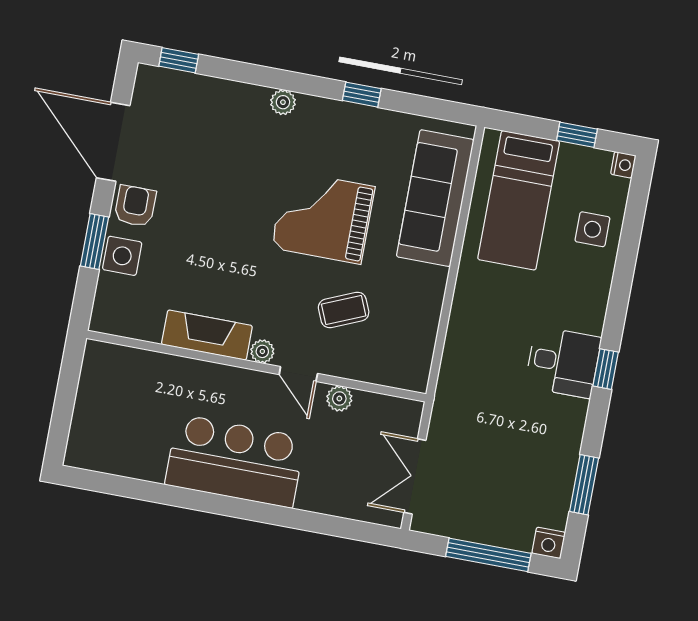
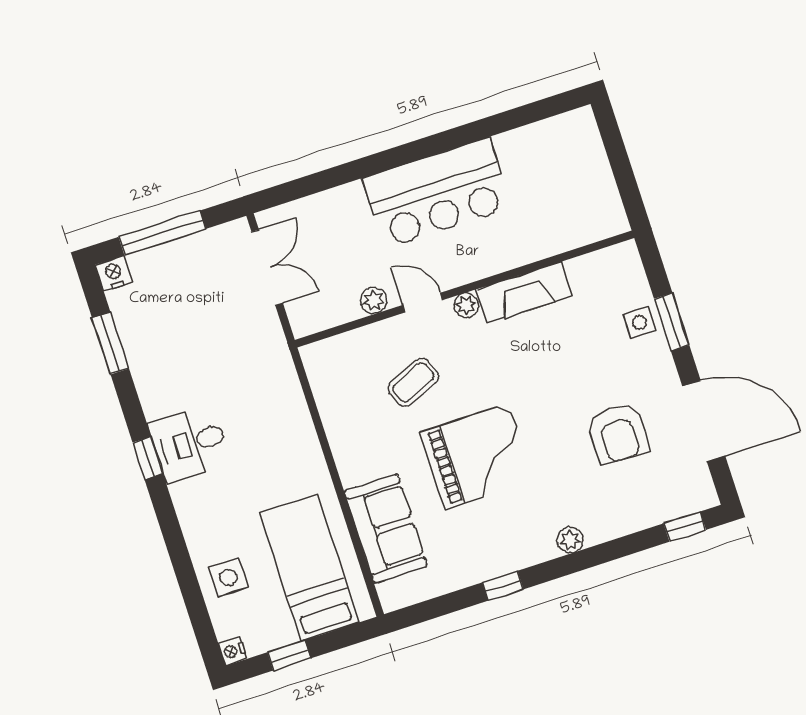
sofa: (435, 198) -> (386, 528), width x0.73
armchair: (135, 206) -> (618, 433), moved, width x1.38, depth x1.38
side table: (122, 256) -> (640, 323), width x0.73, depth x0.73

